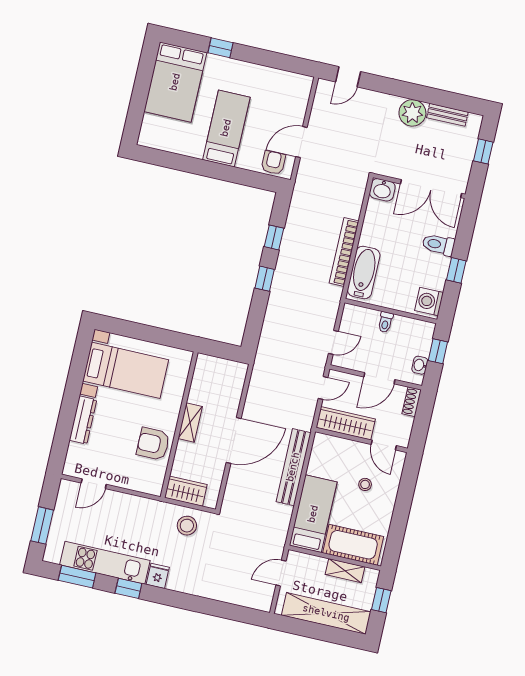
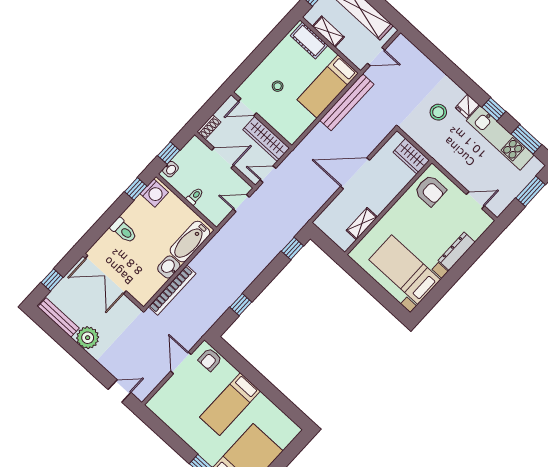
bench: (447, 115) -> (58, 318), width x1.36
door: (301, 142) -> (181, 363), swing flipped
double door: (431, 189) -> (106, 275), swing flipped
washbasin: (382, 190) -> (169, 267), moved, turned -90
bookcase: (344, 252) -> (172, 290), moved
window: (456, 270) -> (136, 189), moved
window: (265, 279) -> (292, 248), moved
washbasin: (420, 365) -> (170, 169), moved
shelving: (190, 423) -> (362, 224), moved
armchair: (153, 444) -> (430, 191), moved
door: (384, 445) -> (247, 107), swing flipped
bench: (293, 467) -> (347, 102), moved
stool: (187, 526) -> (438, 112), moved
cot: (353, 545) -> (309, 41), width x0.73, depth x0.75

